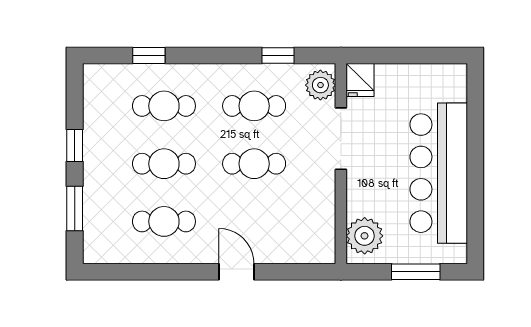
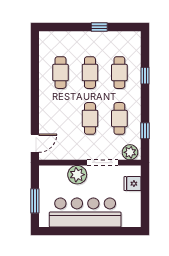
window: (149, 56) -> (145, 76), moved
fridge: (360, 80) -> (133, 184), moved
window: (75, 209) -> (67, 27), removed
plant: (365, 236) -> (77, 175), moved
door: (236, 272) -> (35, 143), moved

